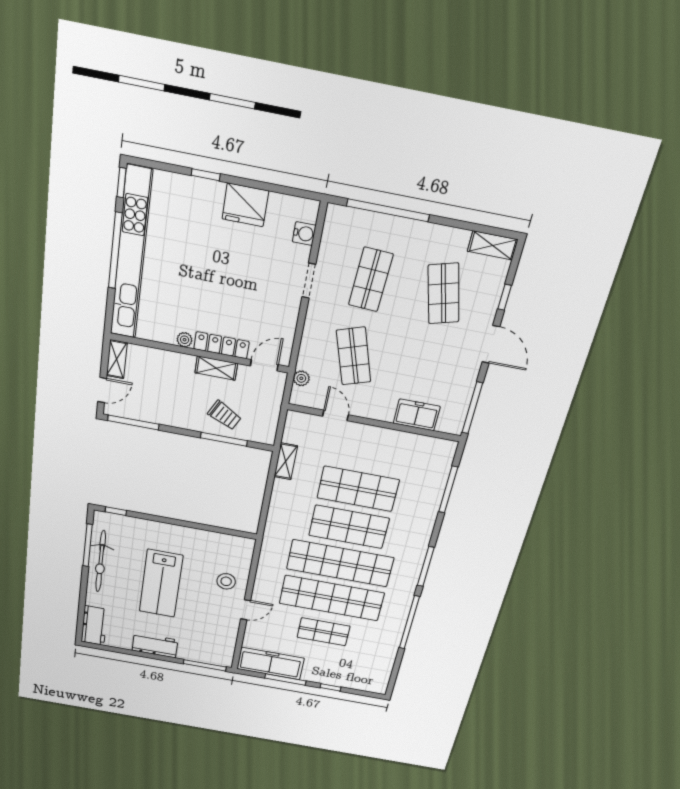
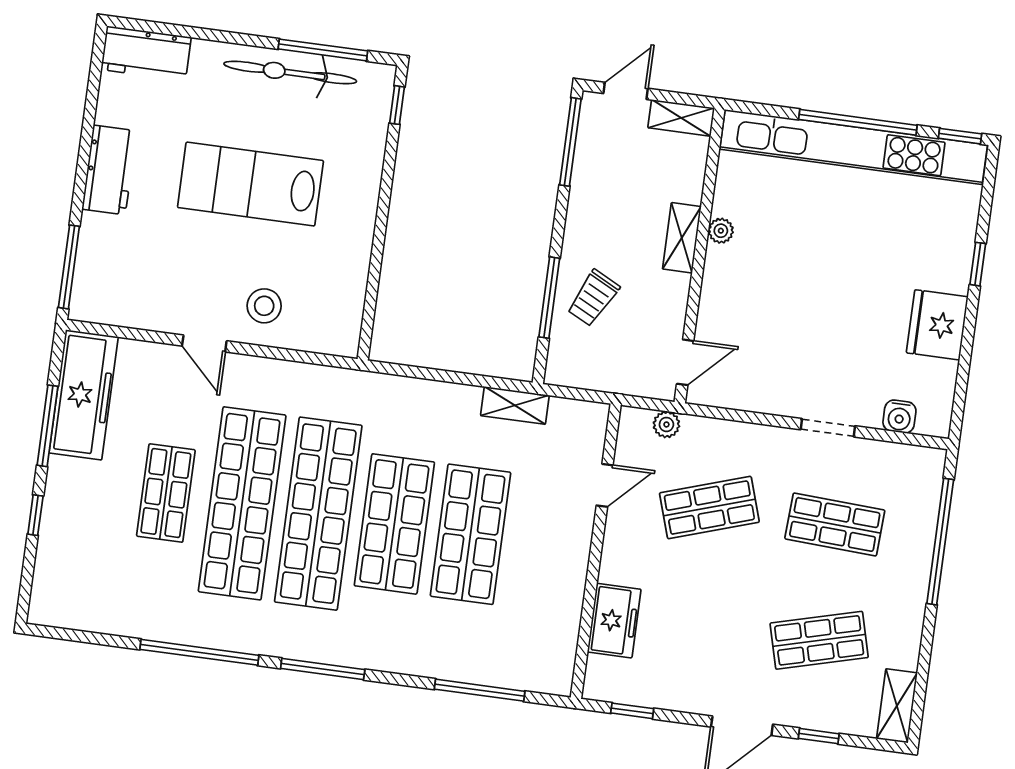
locker: (221, 345) -> (715, 291), removed
door: (264, 365) -> (685, 362), hinge flipped
shelving: (216, 368) -> (682, 238), moved
door: (102, 390) -> (626, 91), swing flipped
window: (472, 408) -> (632, 711), width x0.46

